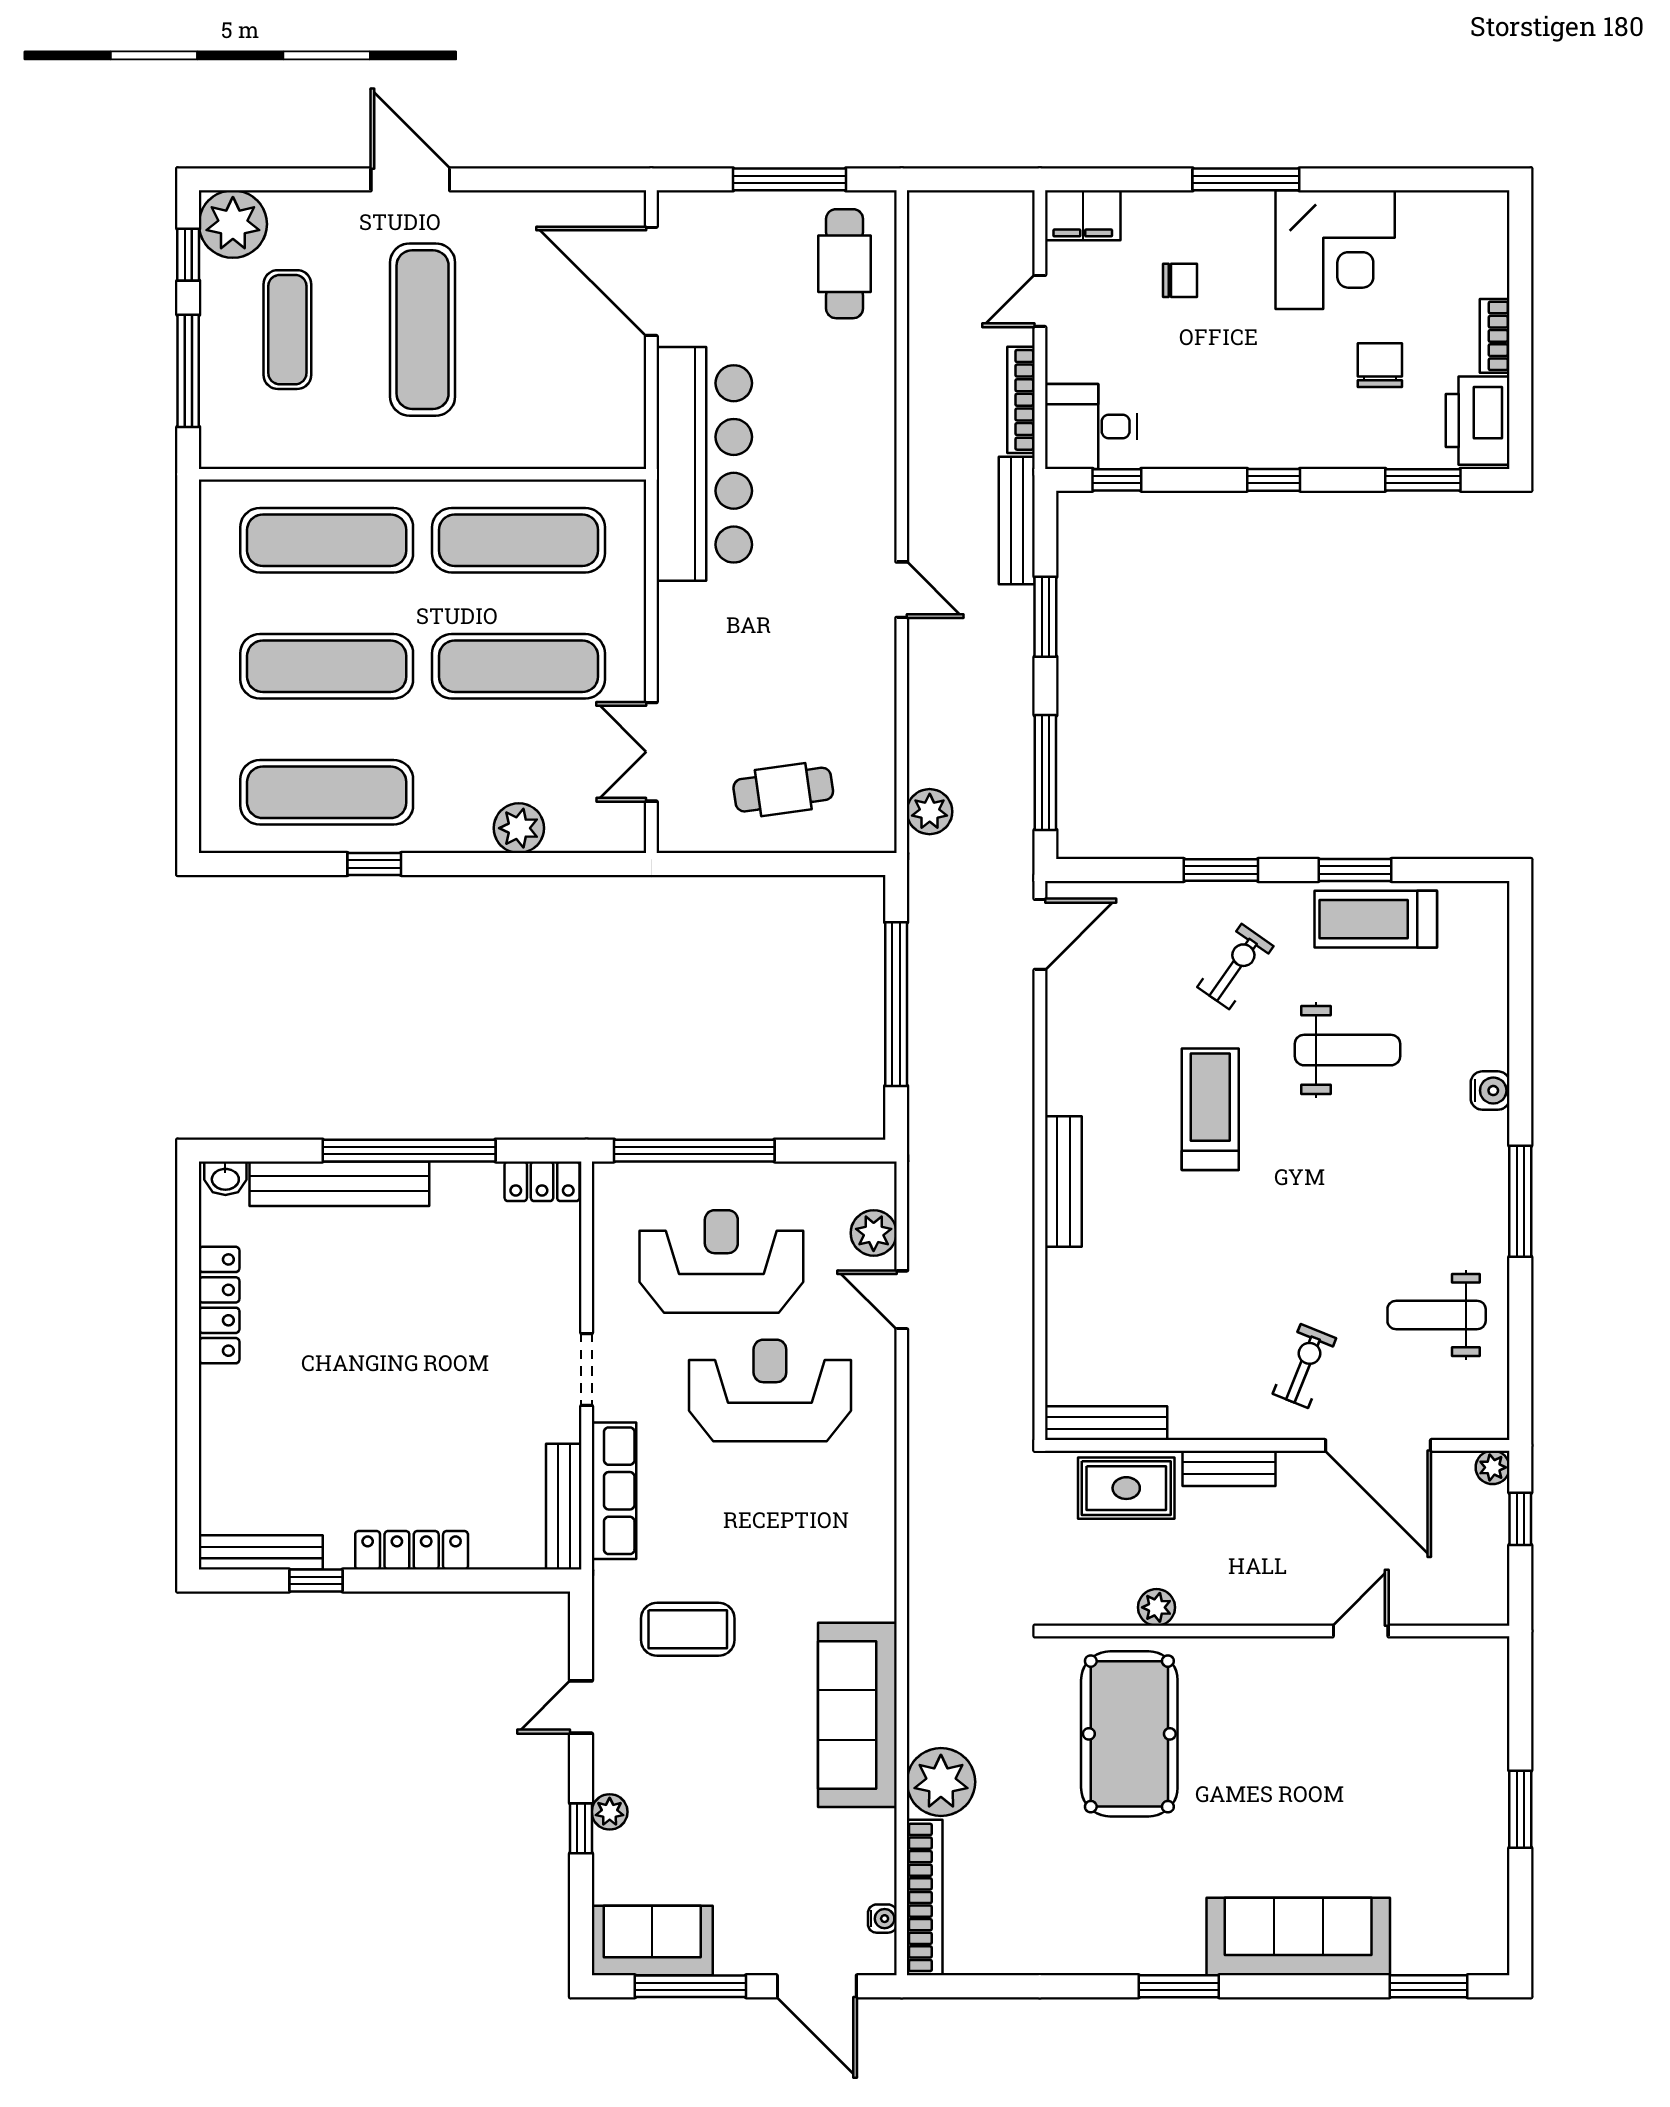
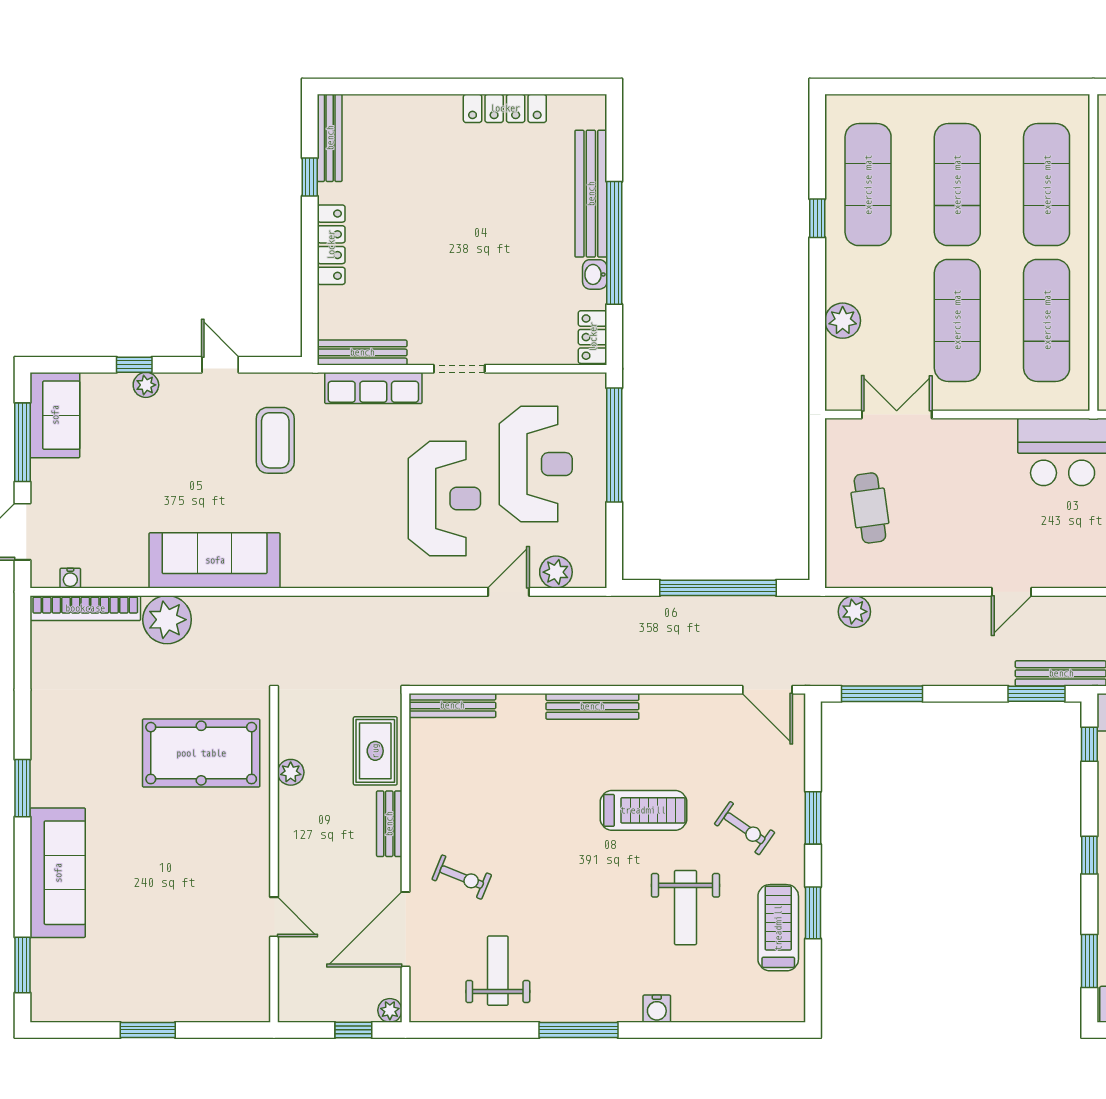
window: (1045, 617) -> (1037, 694), moved
washbasin: (225, 1178) -> (595, 274), moved
bench: (1106, 1423) -> (452, 705), moved, turned 90

